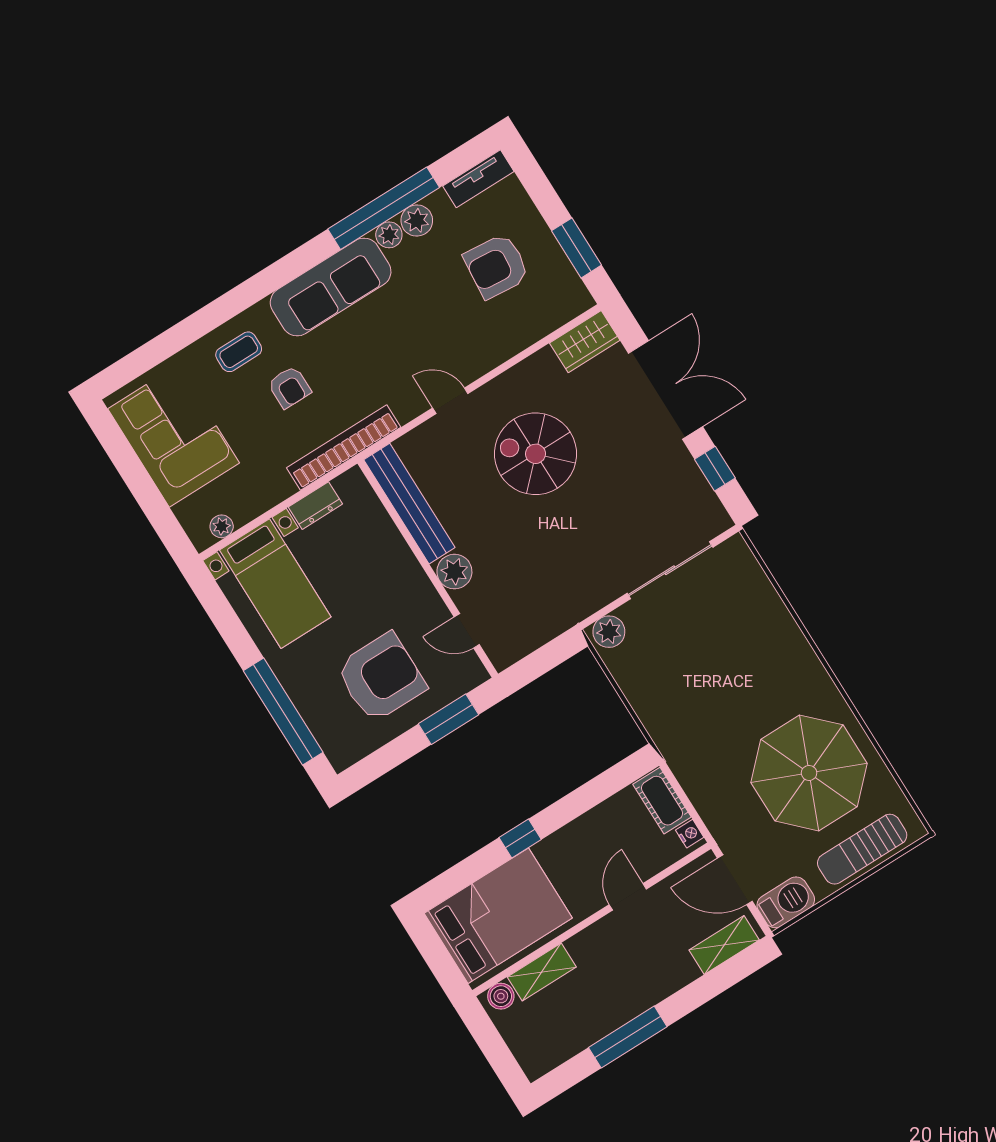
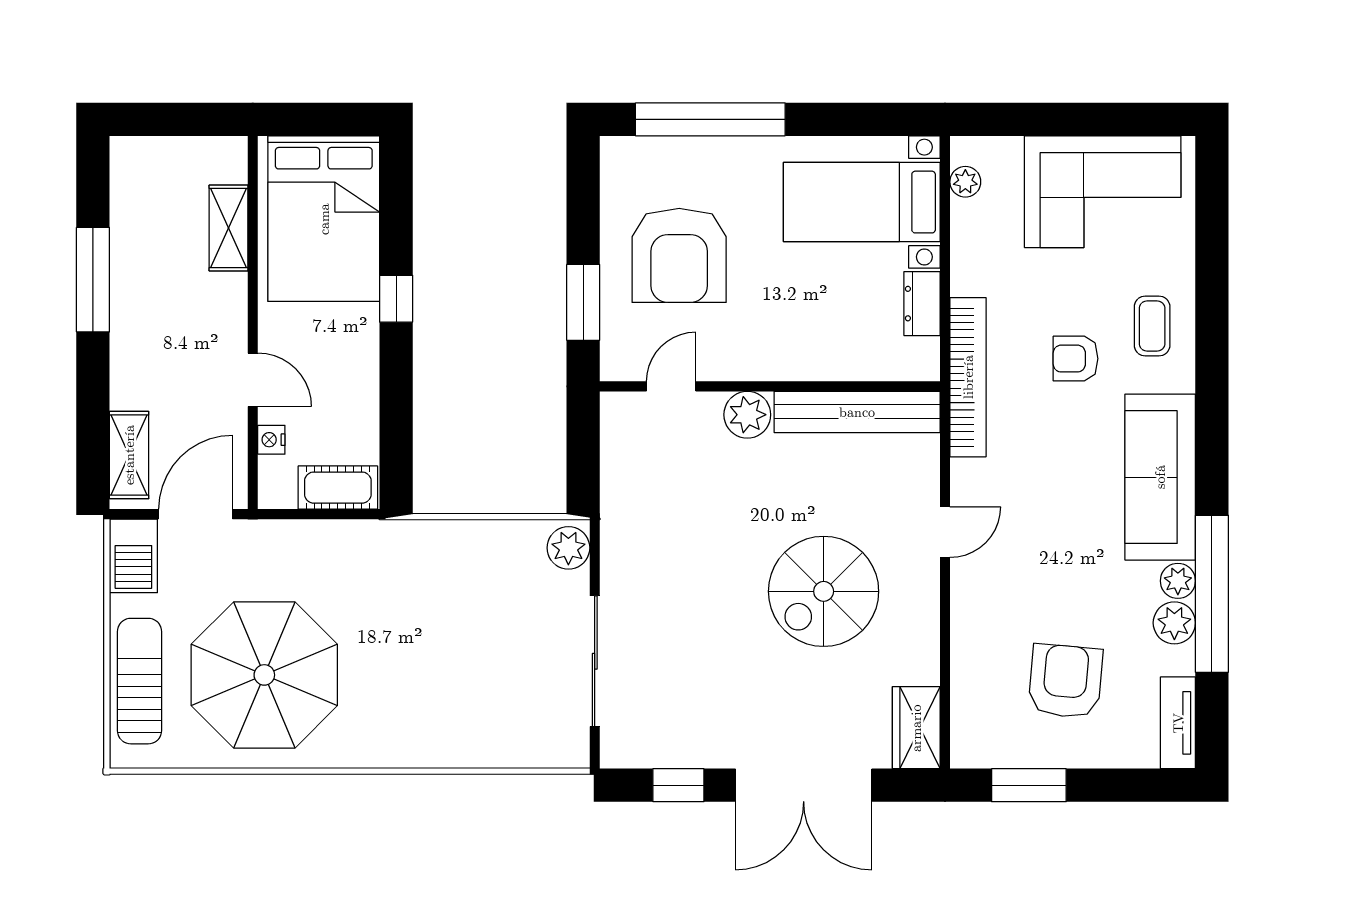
spiral stairs: (536, 454) -> (824, 591), turned 180
nightstand: (690, 834) -> (271, 440), moved, turned 90
boiler: (501, 996) -> (230, 164), removed

